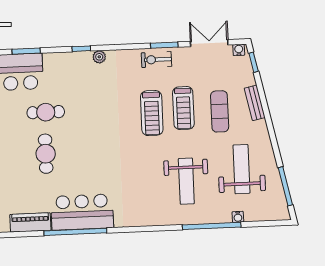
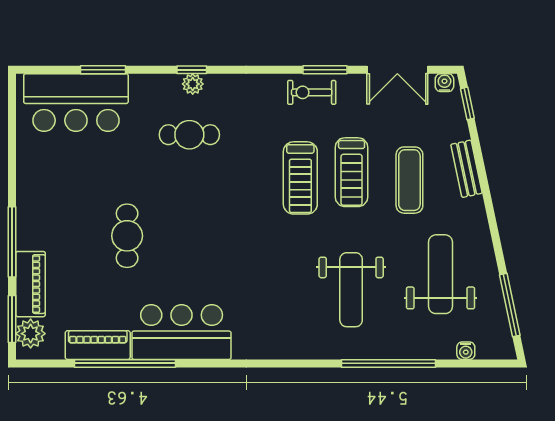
double door: (209, 43) -> (397, 70), swing flipped
plant: (99, 57) -> (193, 84), moved
cafe table: (46, 112) -> (189, 135), moved
water cooler: (238, 217) -> (466, 351), moved
window: (75, 232) -> (125, 363), moved

